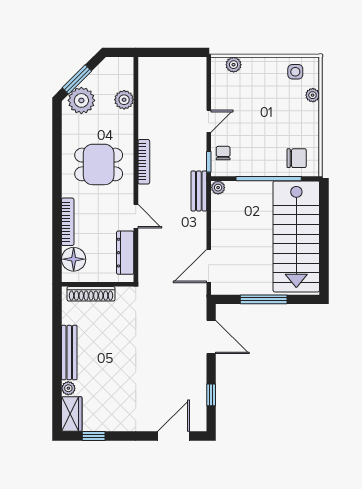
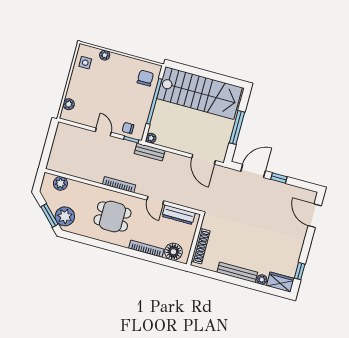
plant: (124, 100) -> (60, 183), moved
dining table: (99, 164) -> (112, 216), turned 90
door: (136, 216) -> (155, 200), swing flipped
window: (211, 395) -> (279, 178), moved

